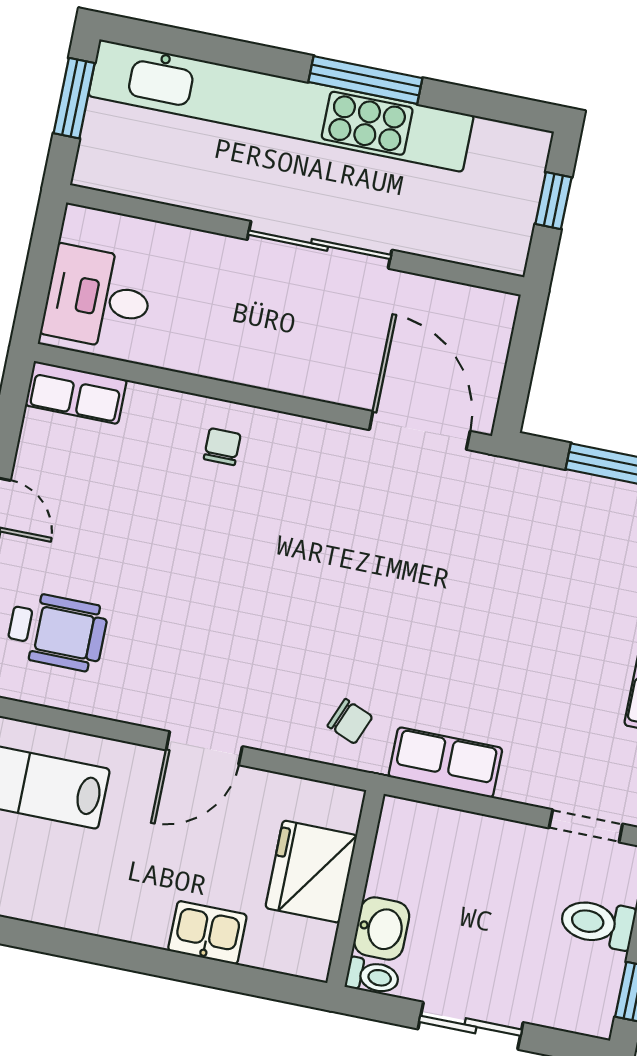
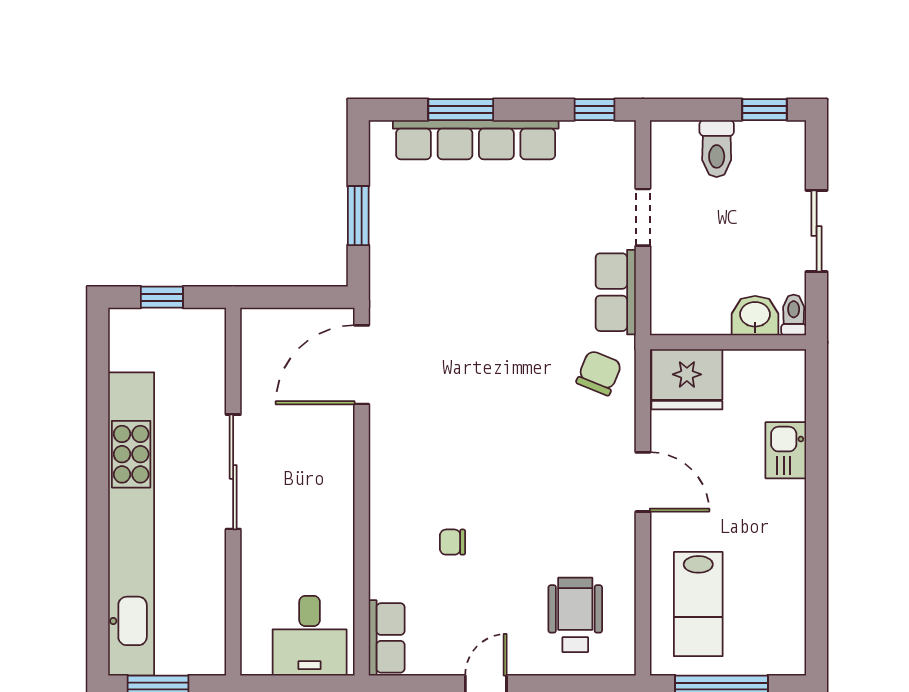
window: (365, 80) -> (98, 462), removed
chair: (222, 447) -> (452, 542), moved
chair: (350, 721) -> (599, 373), width x1.37, depth x1.37
doorway: (586, 826) -> (643, 217), moved
fridge: (311, 872) -> (687, 379), moved

